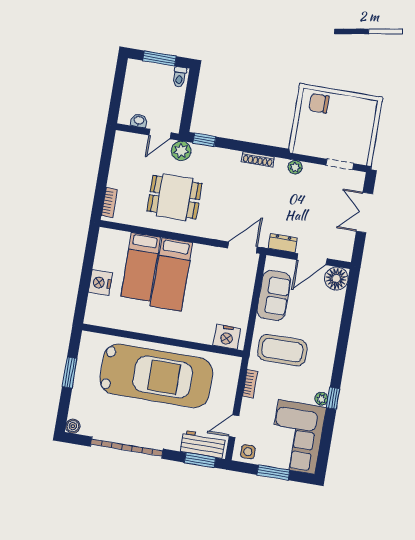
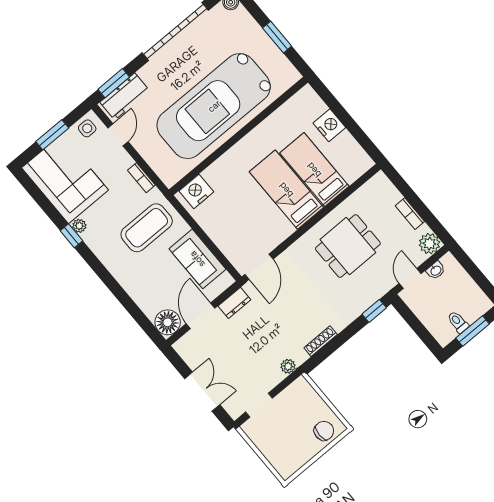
toilet: (179, 77) -> (458, 322), moved
plant: (181, 151) -> (429, 244), moved
bookcase: (109, 202) -> (410, 214), moved

